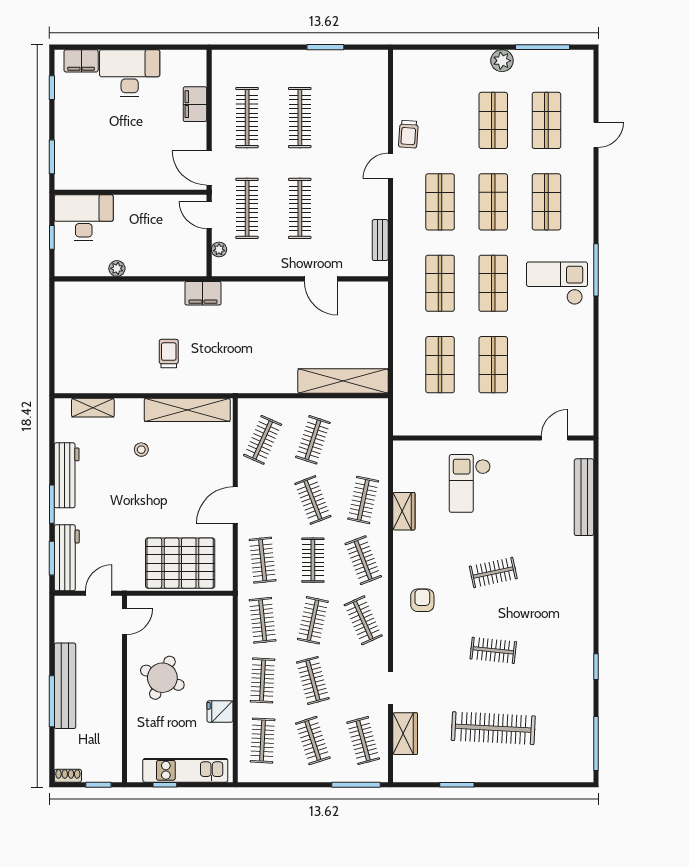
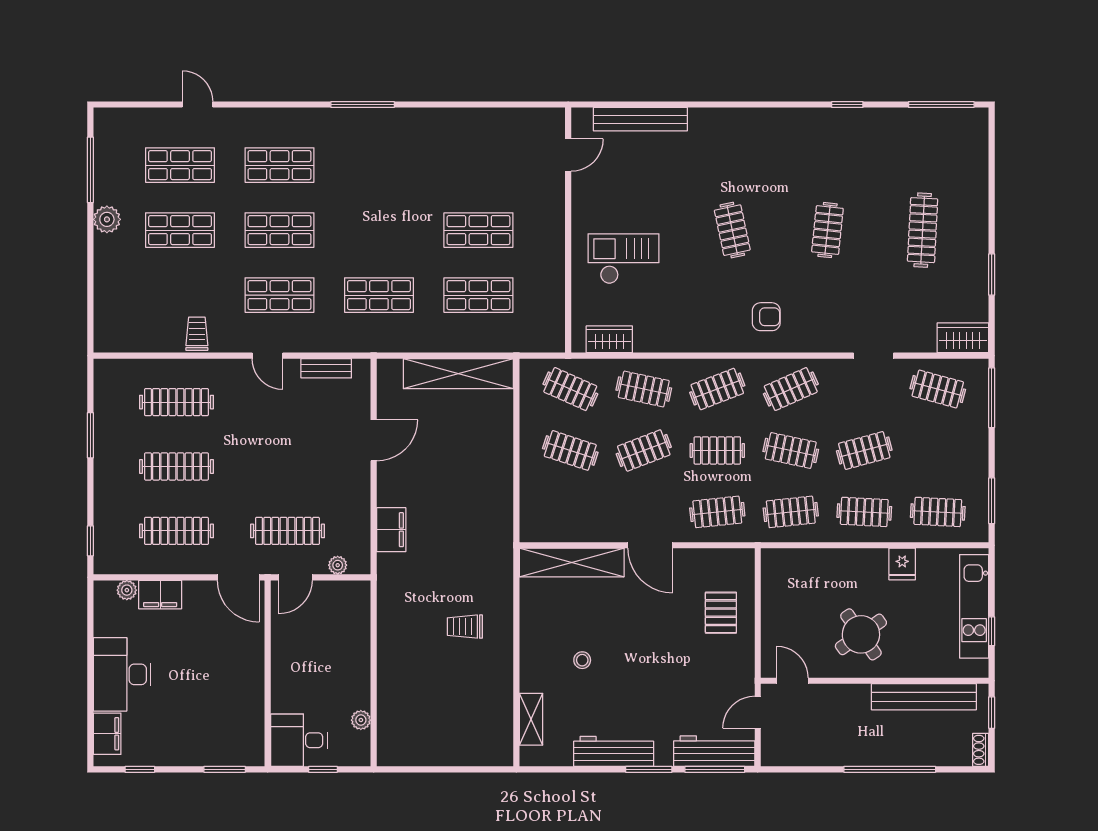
window: (239, 47) -> (90, 541), added
plant: (199, 77) -> (127, 590), added
trolley: (408, 134) -> (197, 334), turned -94
door: (390, 166) -> (267, 356), moved
door: (209, 168) -> (238, 577), hinge flipped
clothes rail: (300, 208) -> (176, 402), moved
desk: (84, 218) -> (299, 740), width x0.73
plant: (117, 268) -> (361, 720), moved
shop shelf: (493, 283) -> (379, 230), removed
checkout: (557, 283) -> (379, 152), removed
filing cabinet: (203, 293) -> (391, 530), moved
shelving: (343, 381) -> (458, 374), moved, turned 90
shelving: (187, 410) -> (572, 563), moved, turned 90
door: (555, 438) -> (568, 155), swing flipped
clothes rail: (263, 440) -> (570, 389), moved
checkout: (470, 483) -> (624, 259), turned 180
wardrobe: (404, 511) -> (609, 339), moved
window: (52, 558) -> (715, 769), width x1.44
pallet: (180, 563) -> (721, 613), width x0.49, depth x0.50
door: (99, 593) -> (758, 712), hinge flipped
armchair: (422, 600) -> (766, 317), turned 180
round table: (162, 678) -> (861, 634), turned 31
bench: (65, 686) -> (924, 697), moved
window: (52, 701) -> (890, 769), width x1.46
clothes rail: (493, 728) -> (923, 230), width x0.73, depth x0.76
wardrobe: (405, 734) -> (963, 338), moved
clothes rail: (313, 741) -> (938, 450), removed
clothes rail: (363, 741) -> (938, 389), turned 30
window: (272, 785) -> (992, 501), added

